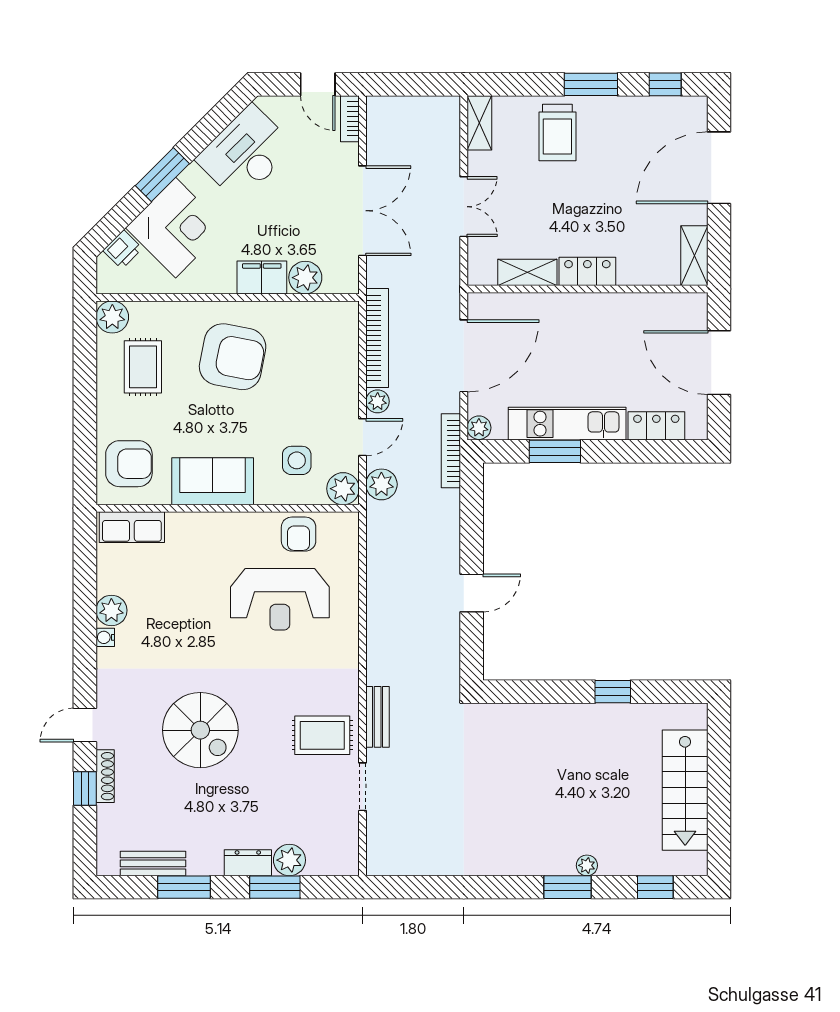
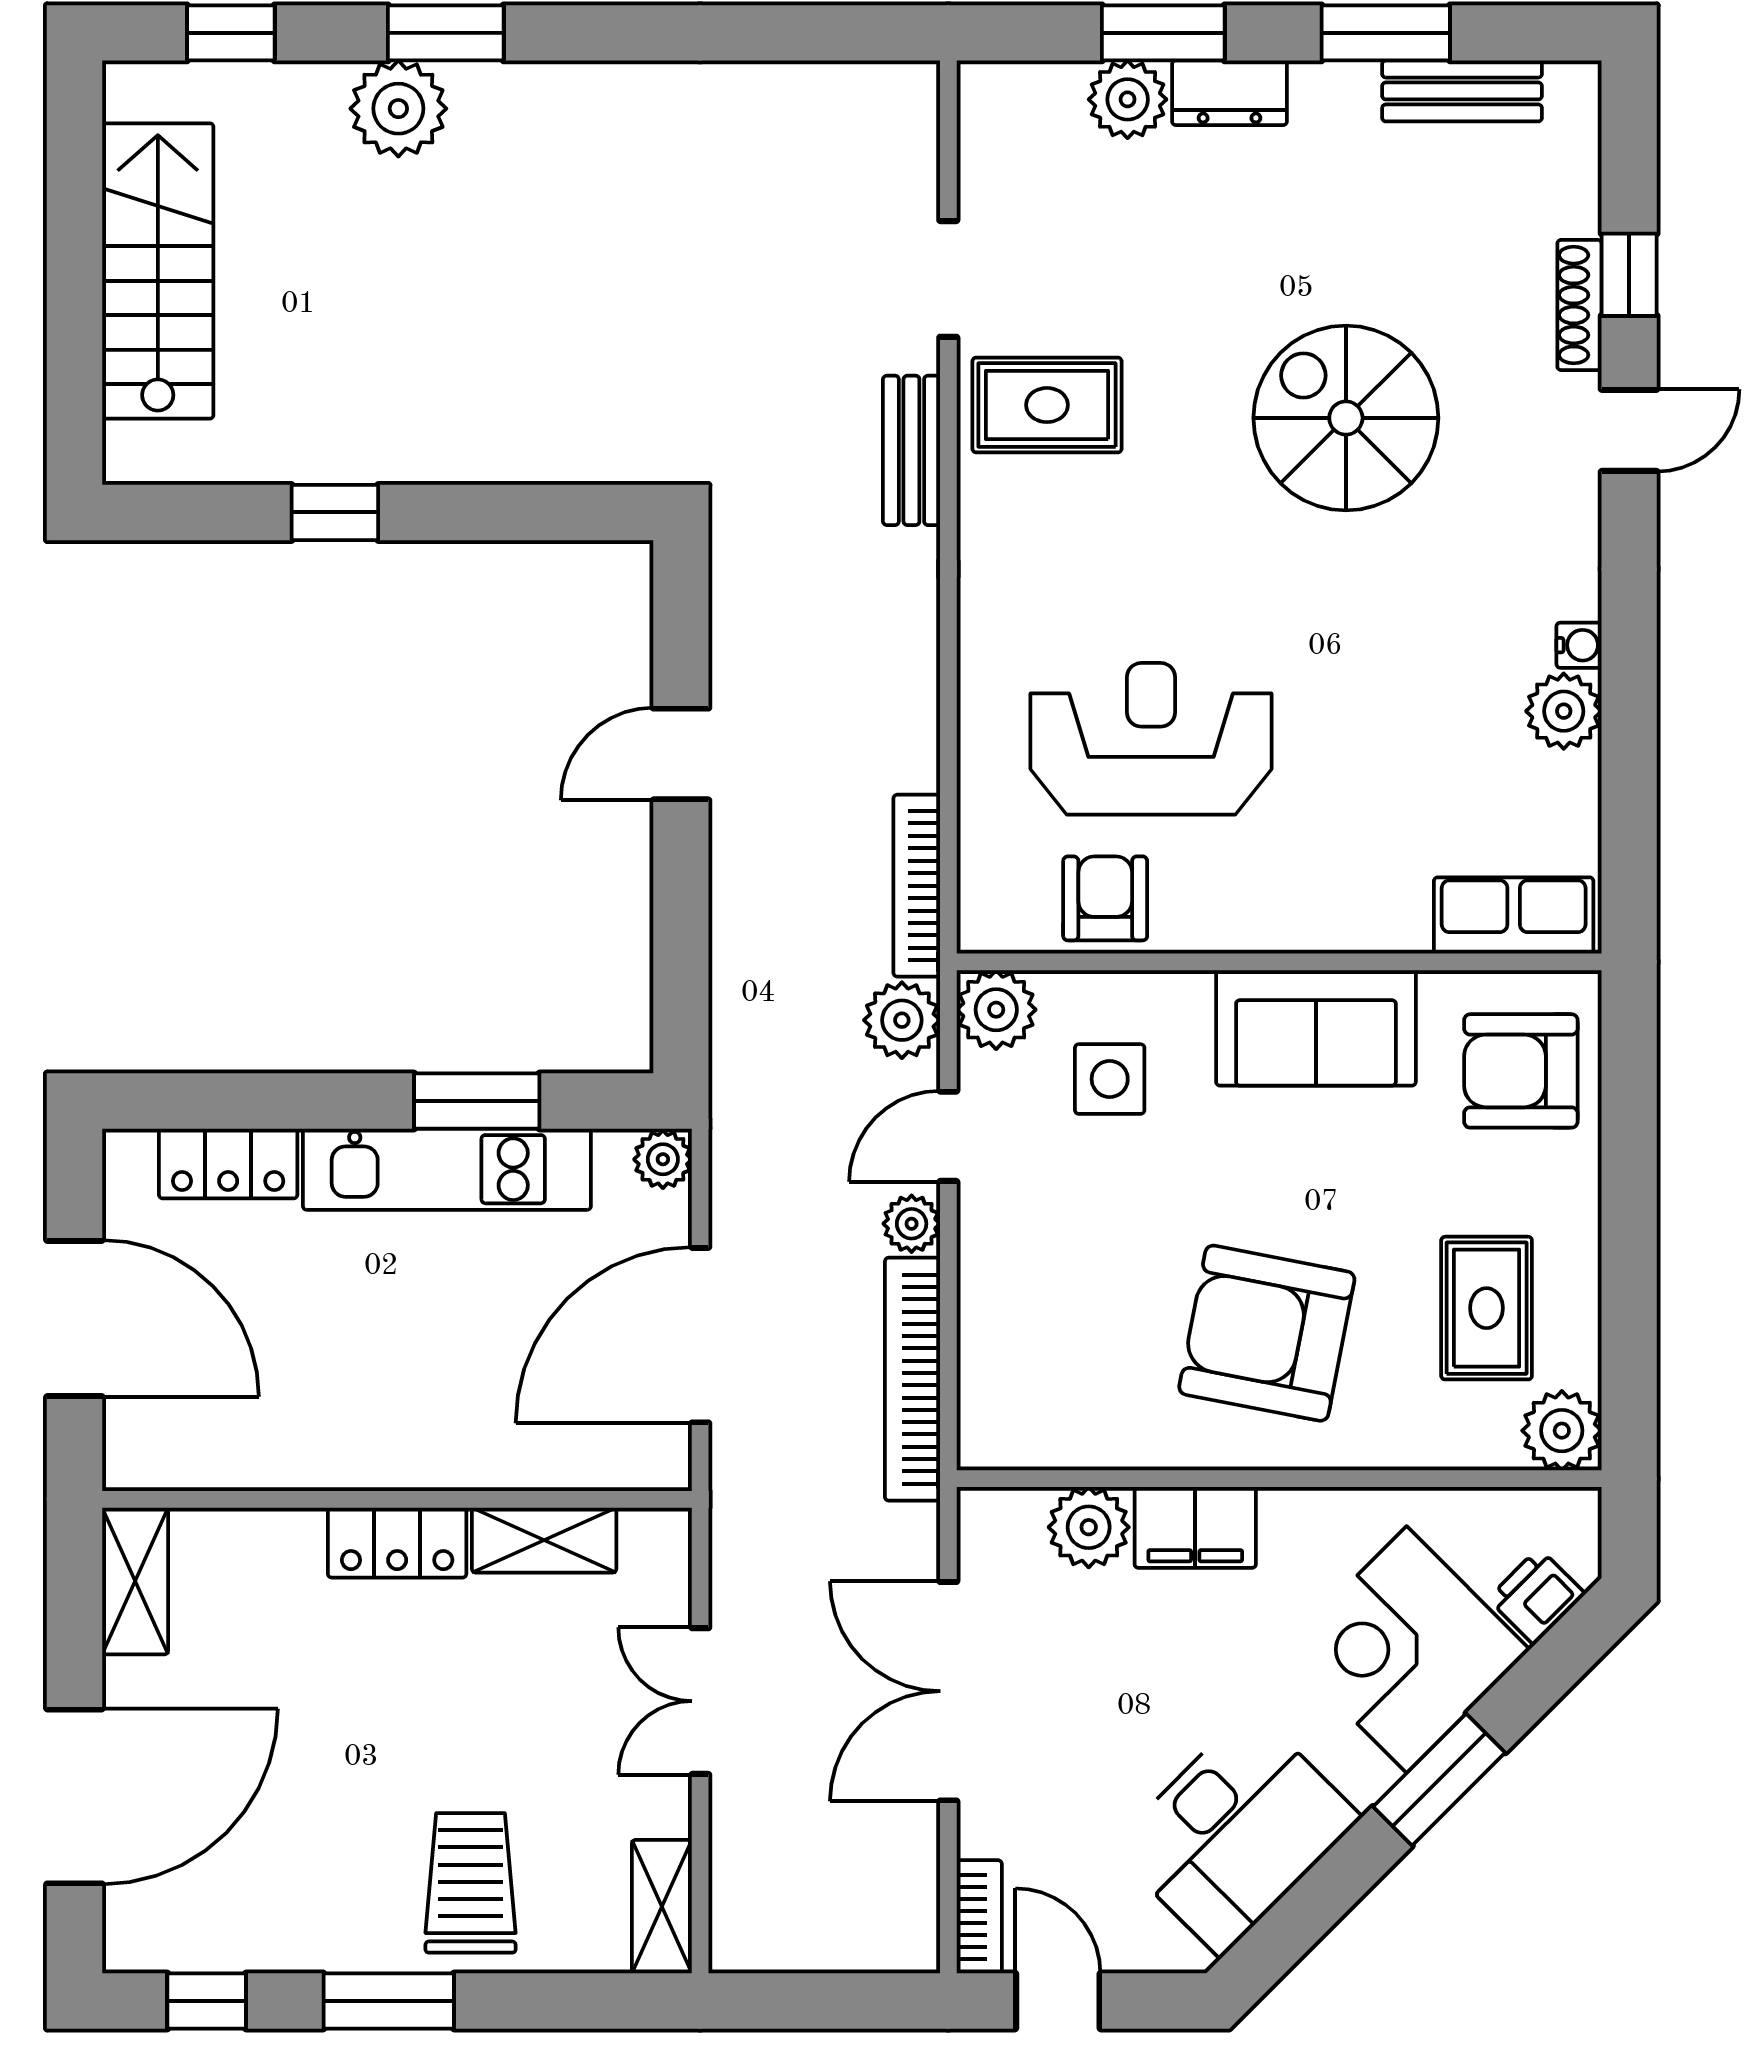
bookcase: (451, 451) -> (917, 886), moved, turned 180
plant: (587, 865) -> (398, 109), width x1.87, depth x1.87

